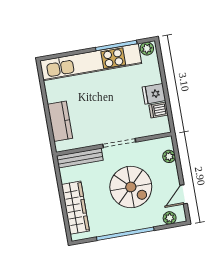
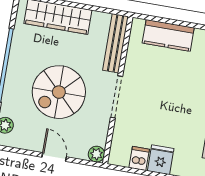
plant: (169, 156) -> (96, 154), moved
door: (184, 194) -> (54, 157), moved

